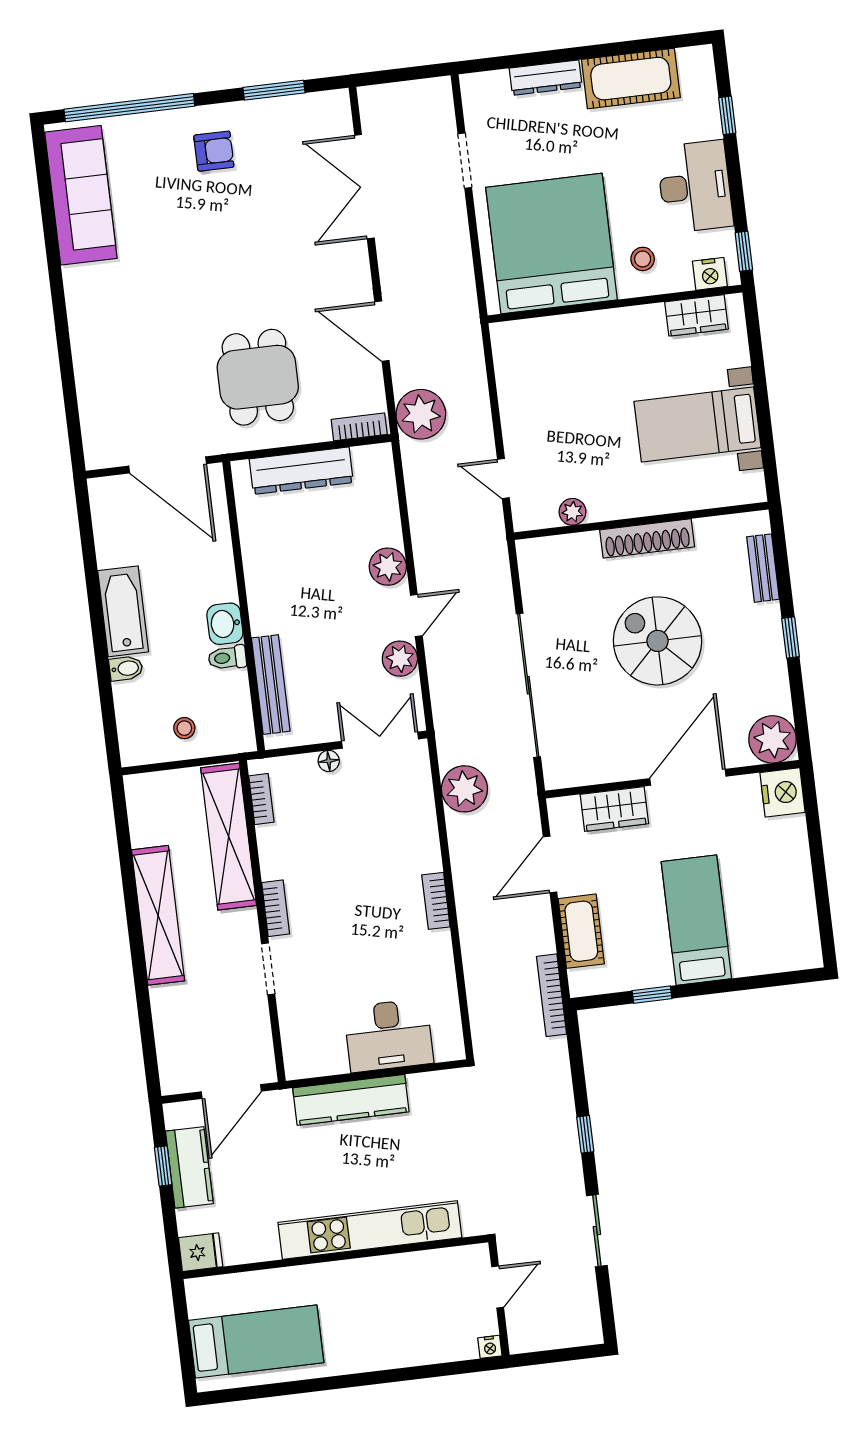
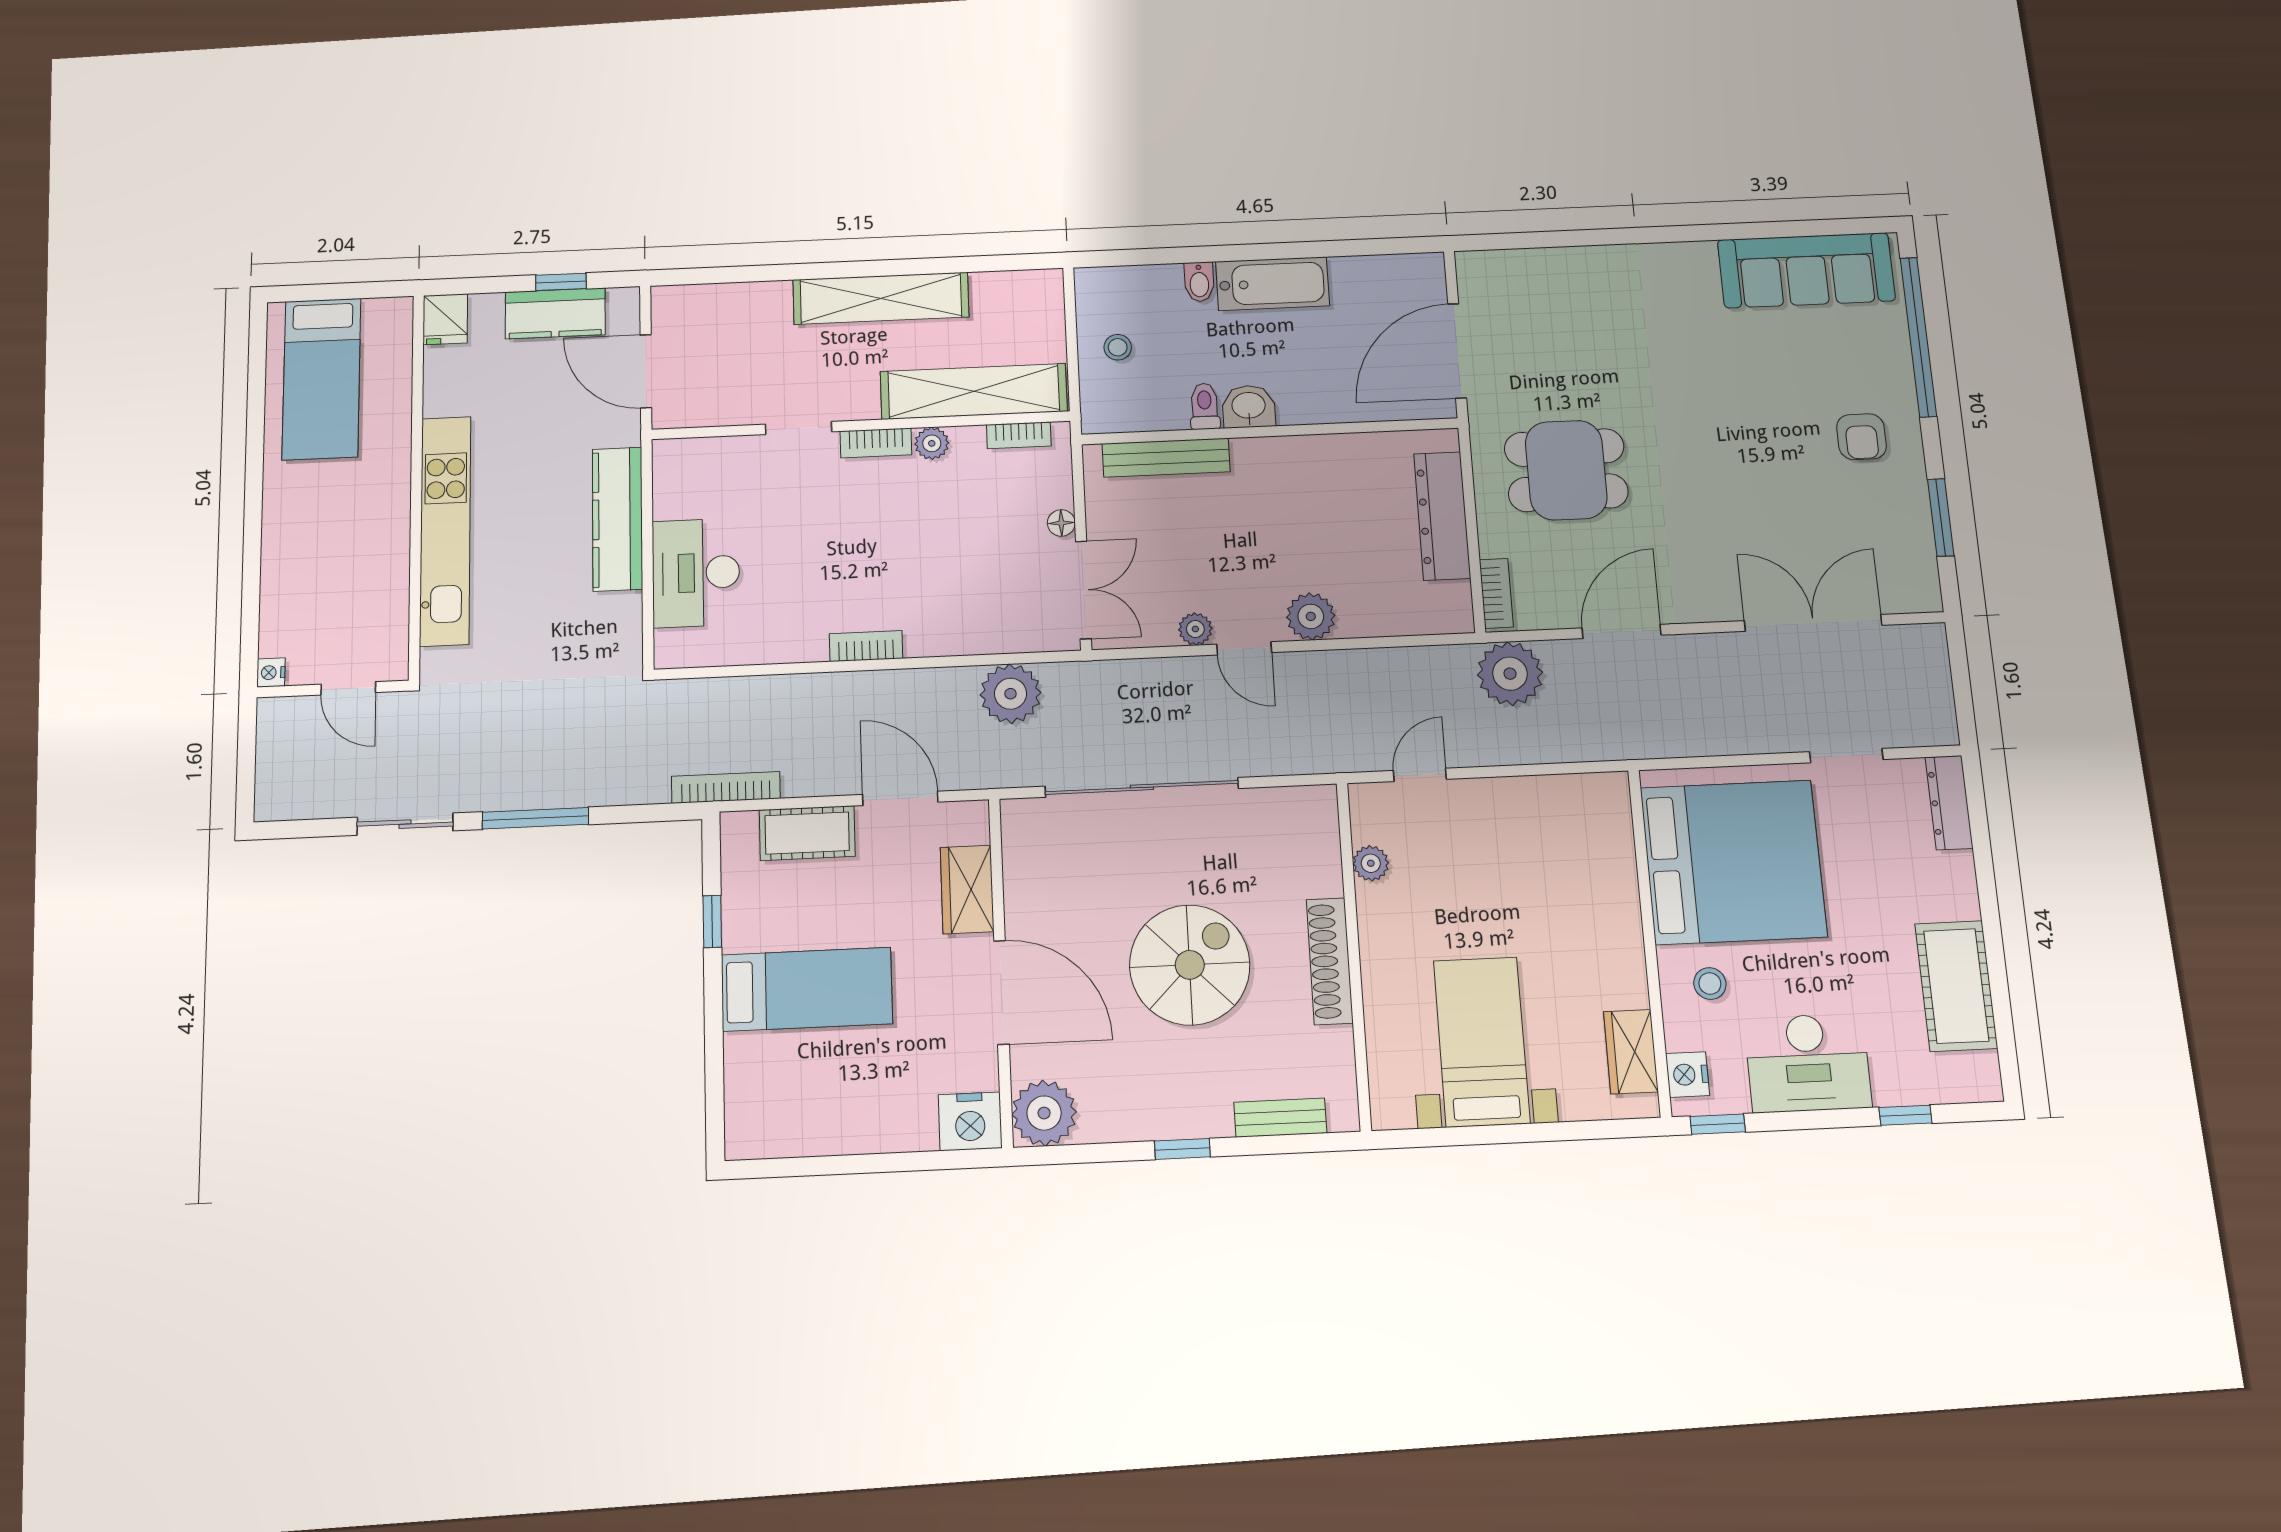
dresser: (546, 78) -> (1949, 803), moved
plant: (400, 659) -> (1195, 629), width x0.73, depth x0.73
plant: (273, 865) -> (932, 443), added
window: (585, 1134) -> (535, 818), width x2.17

